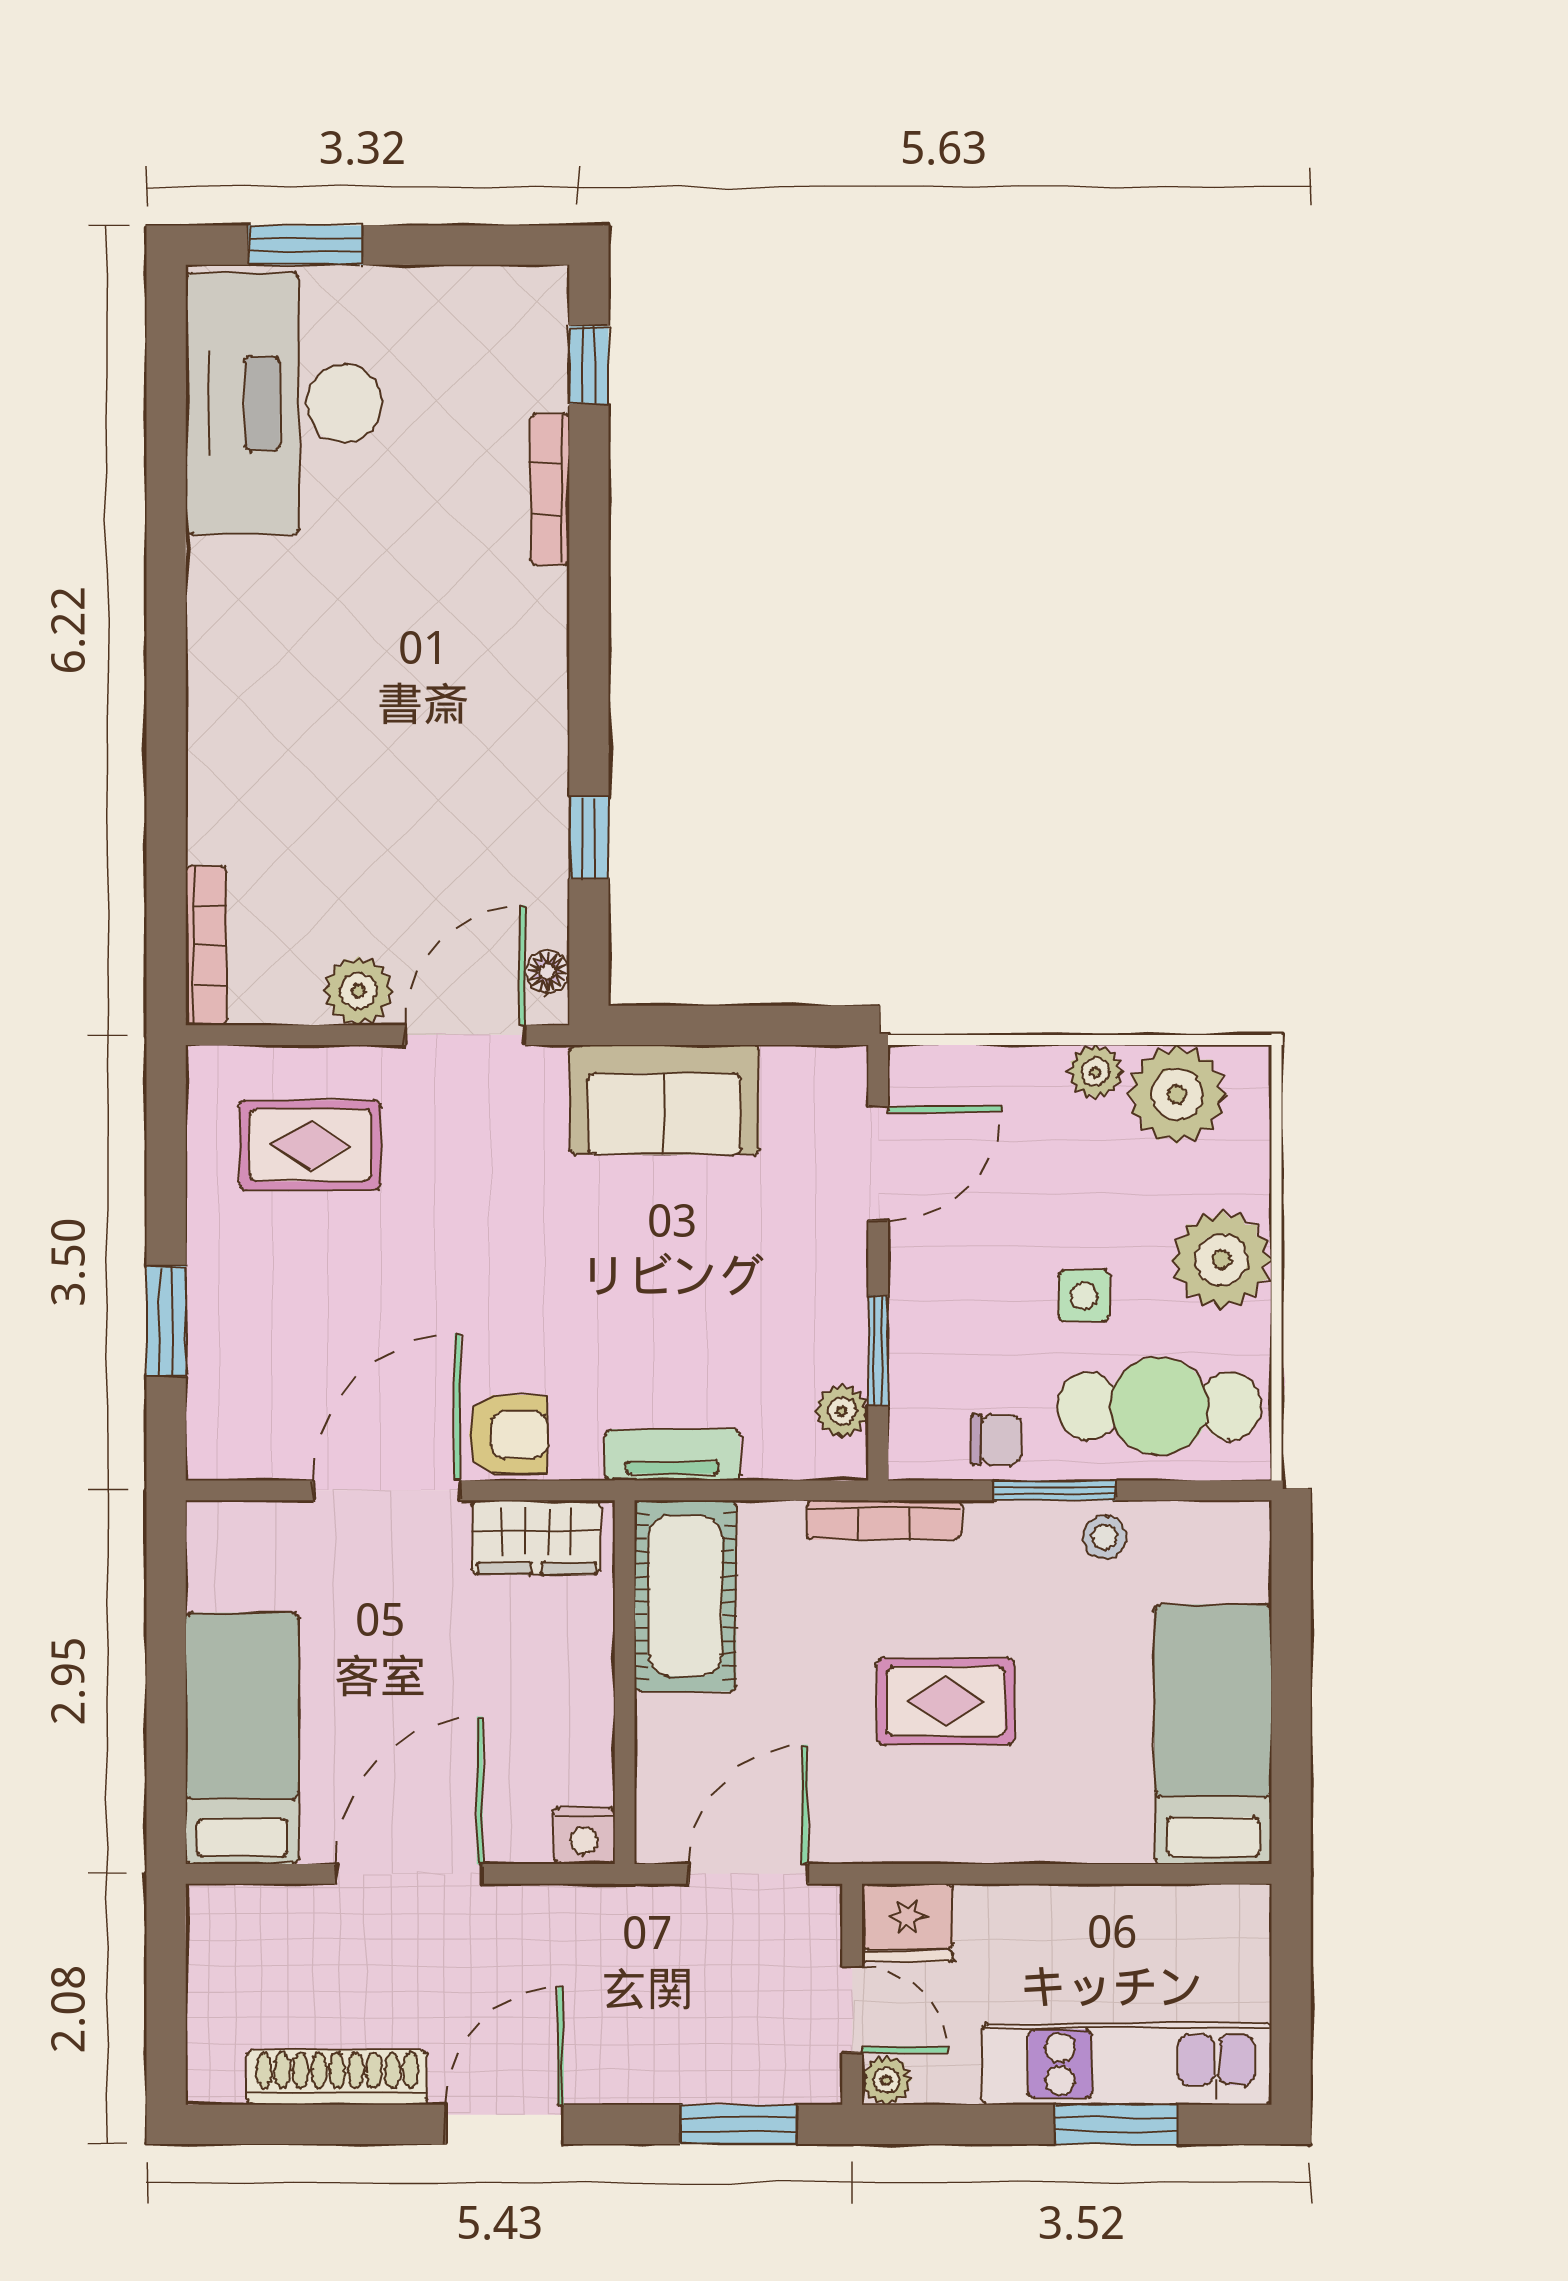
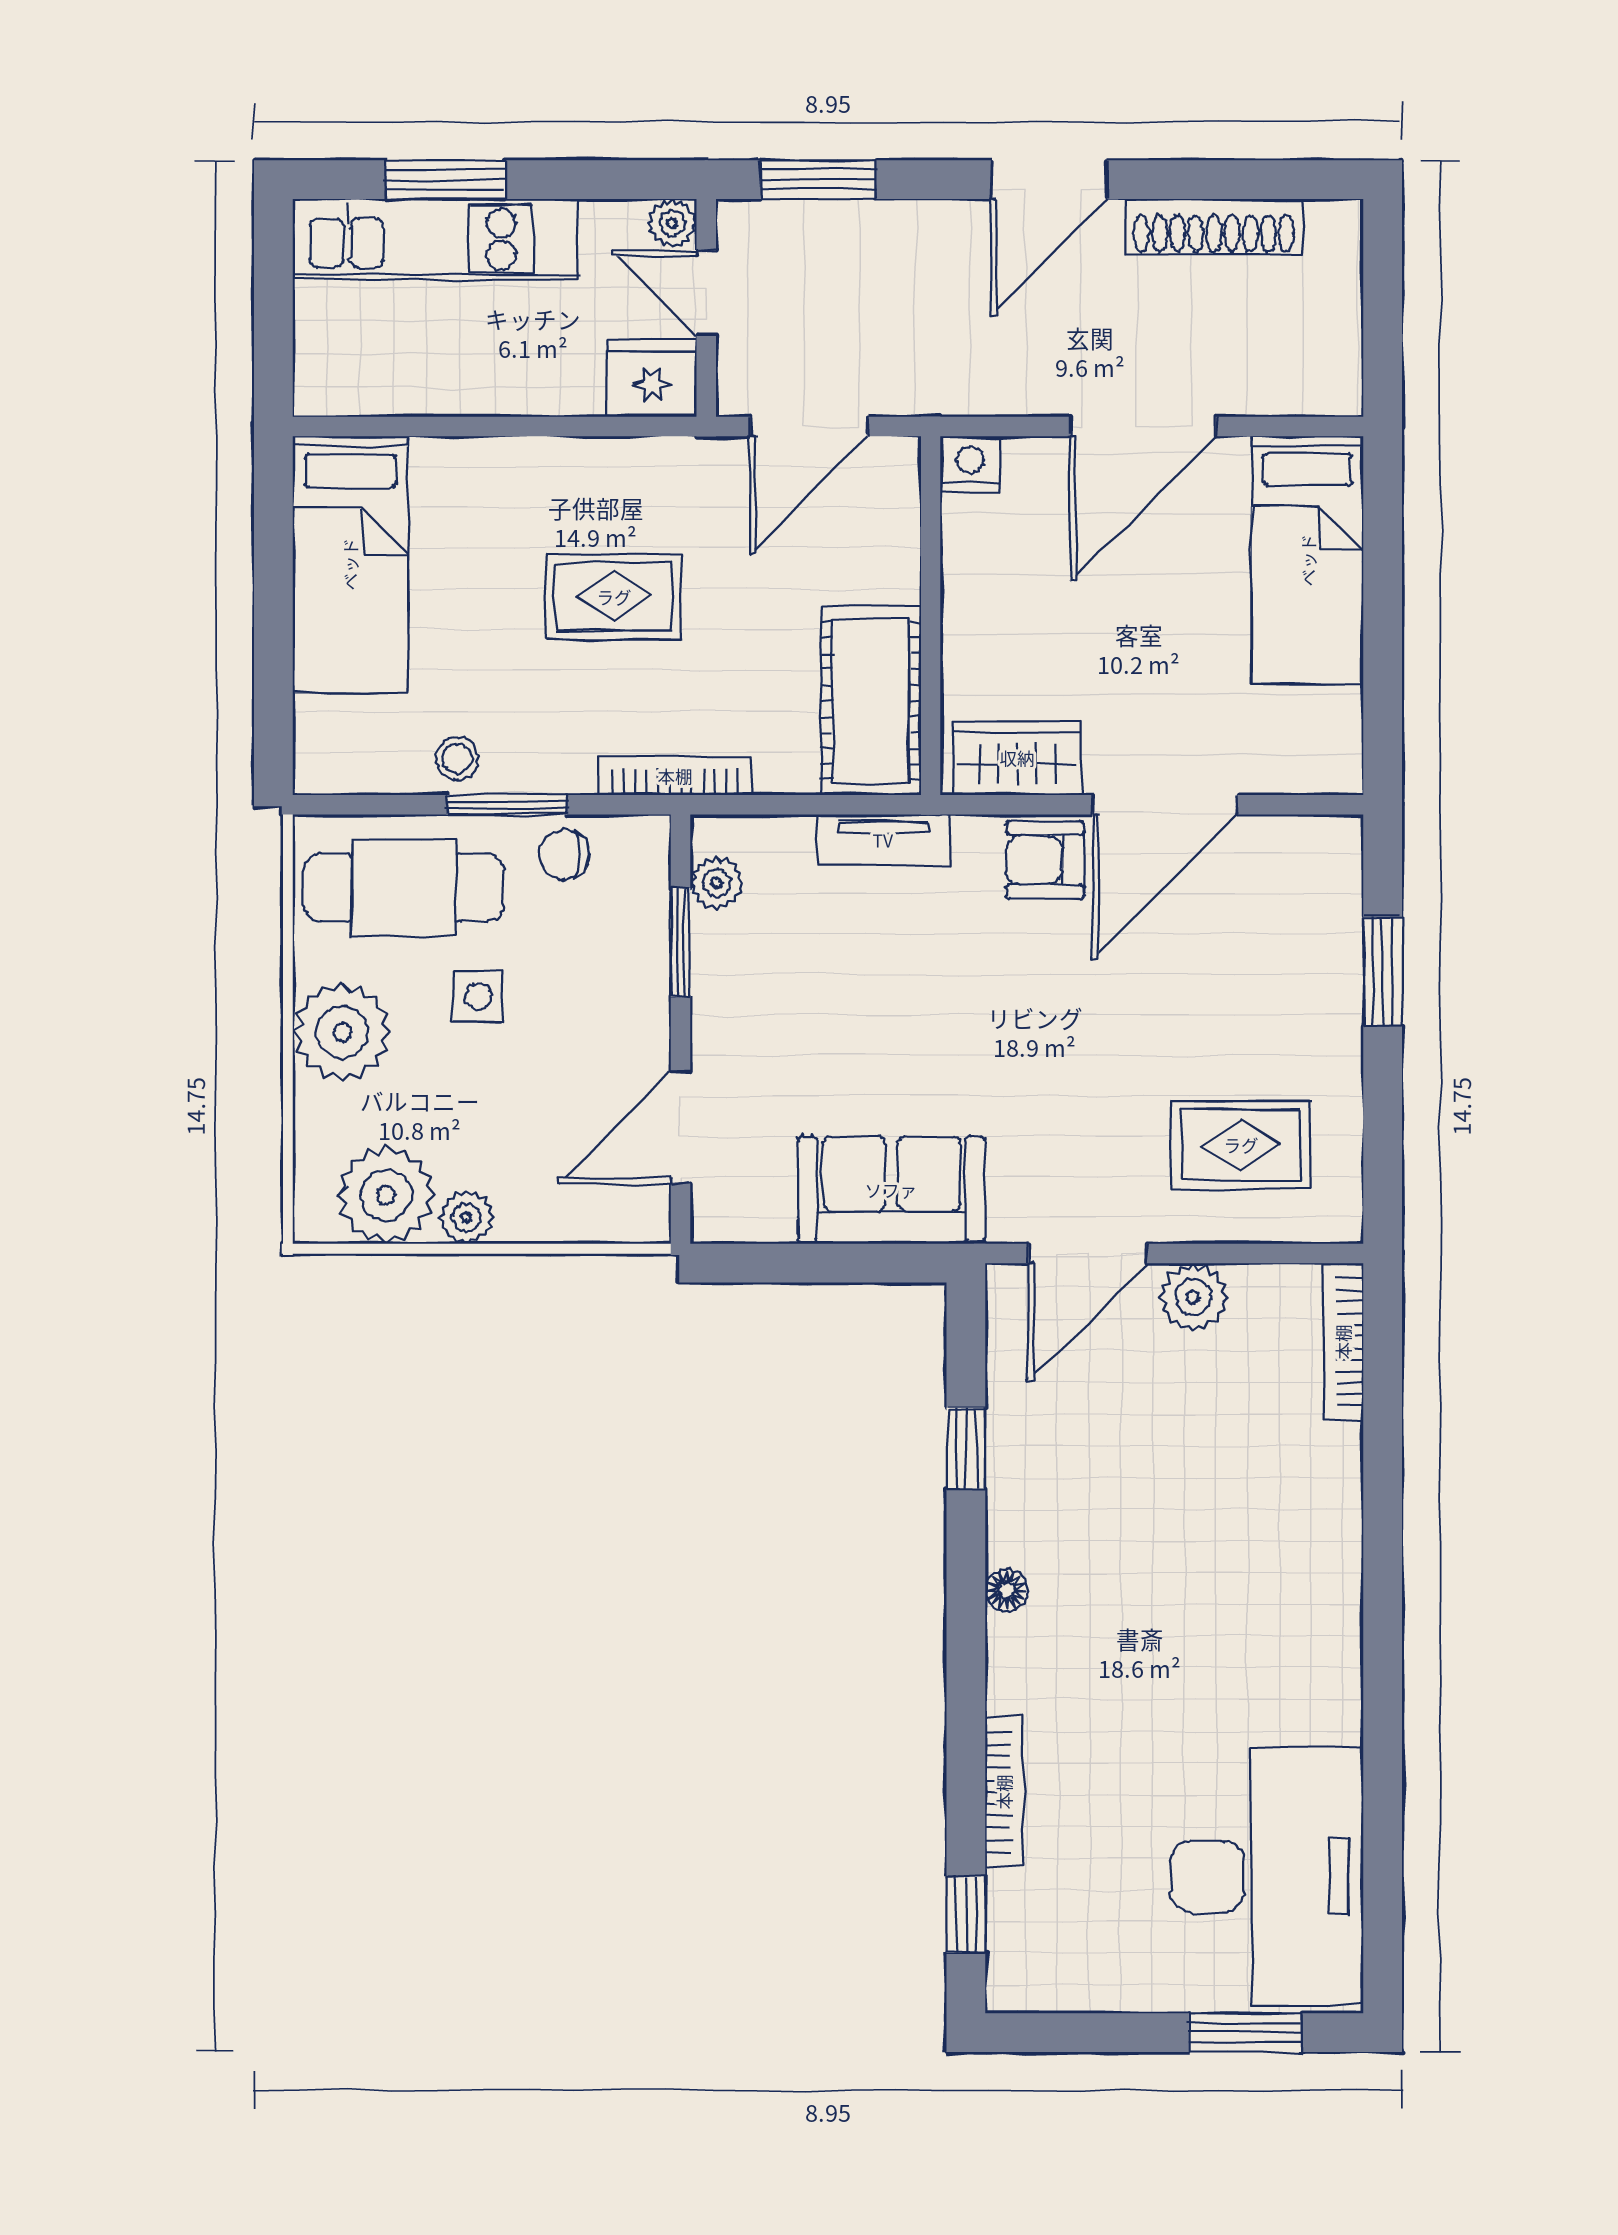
floor lamp: (548, 972) -> (1007, 1590), moved

